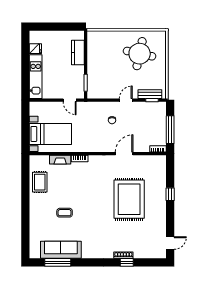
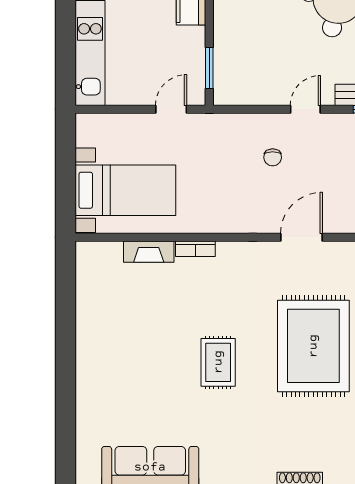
door: (70, 100) -> (171, 109), swing flipped
rug: (40, 182) -> (218, 362), moved
coffee table: (65, 213) -> (159, 378), removed

